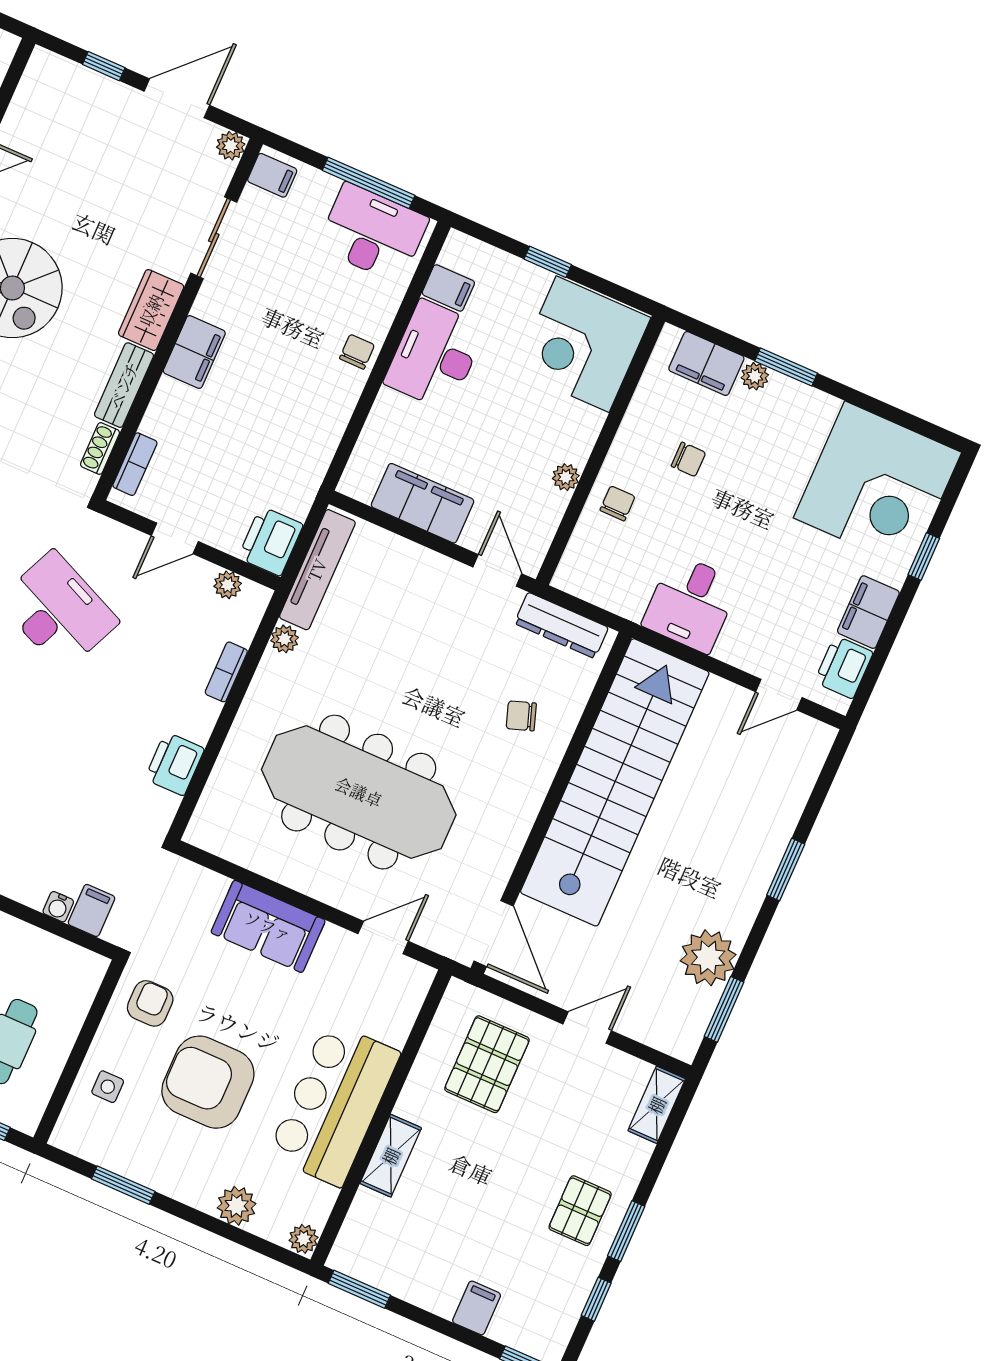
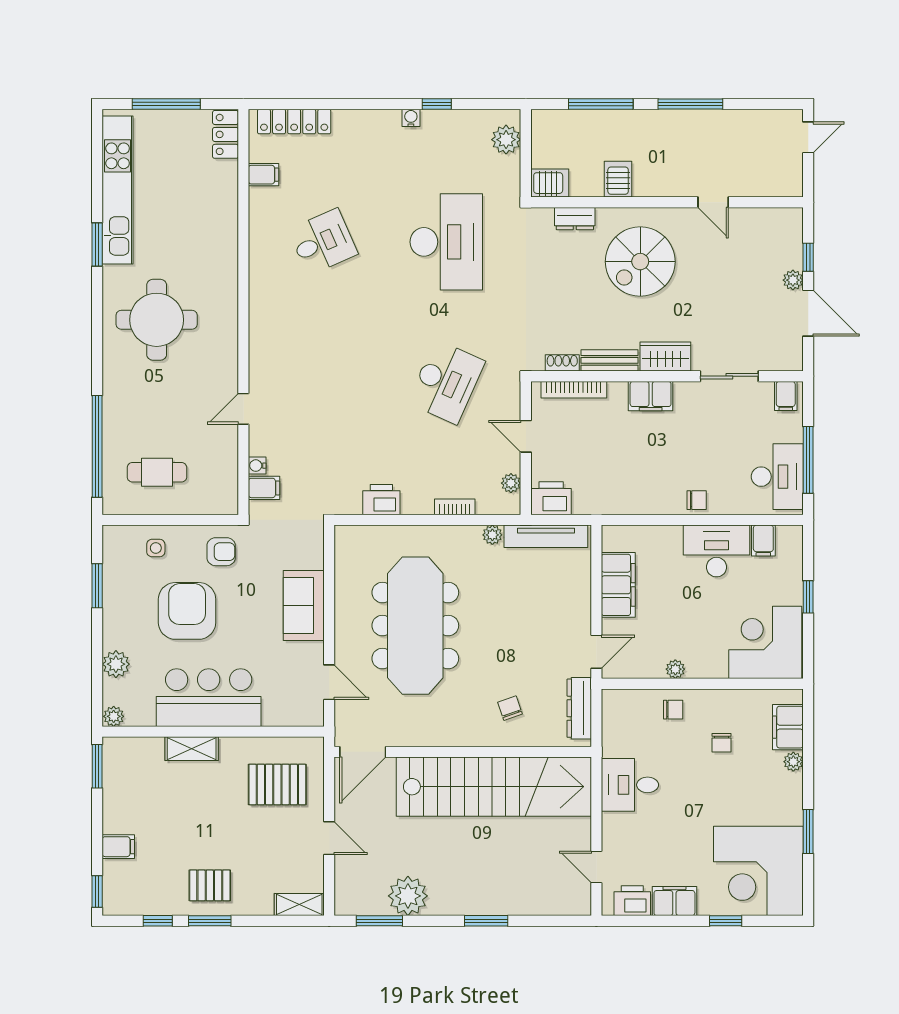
plant: (231, 146) -> (793, 280), moved
window: (786, 367) -> (808, 832), moved
bookcase: (135, 464) -> (574, 390), width x1.56

